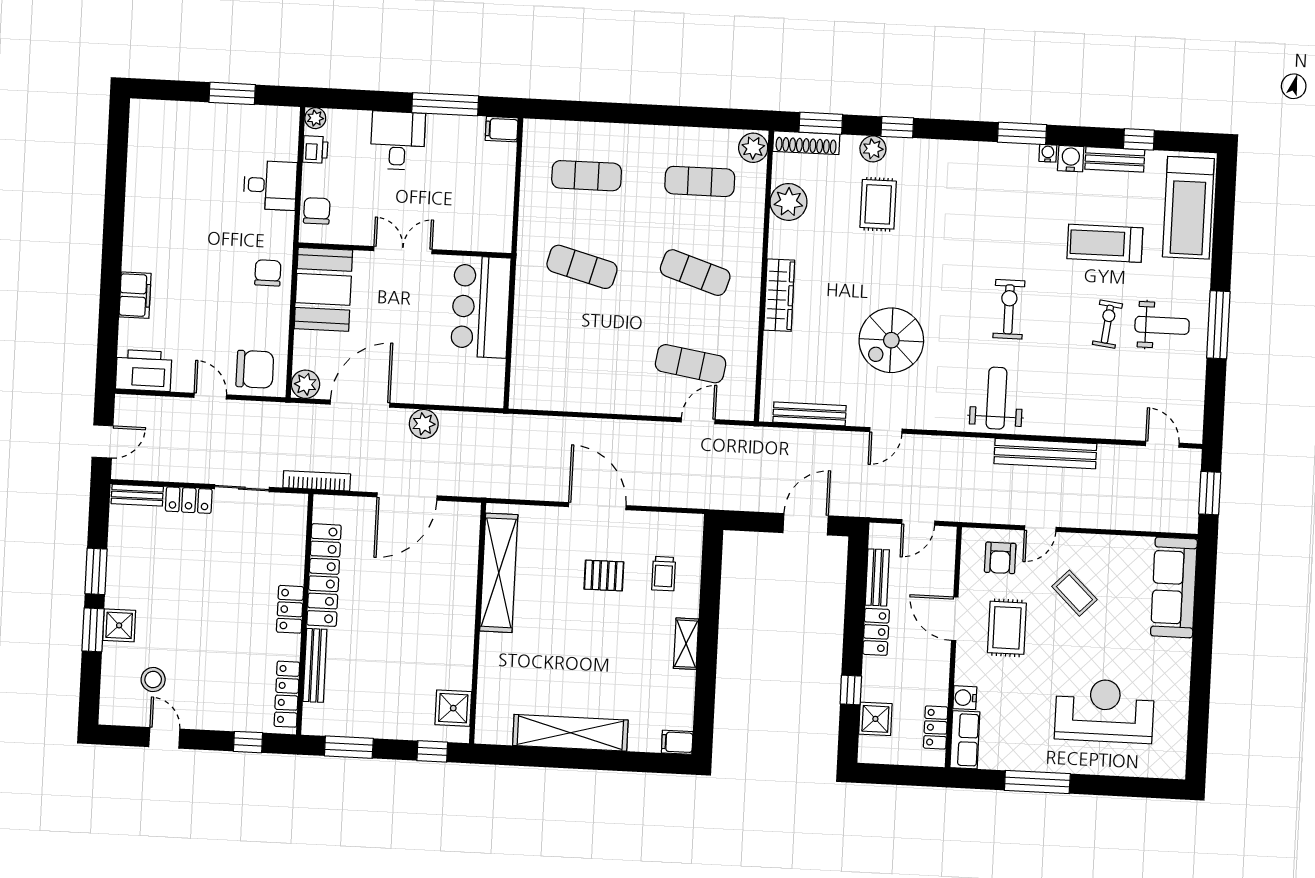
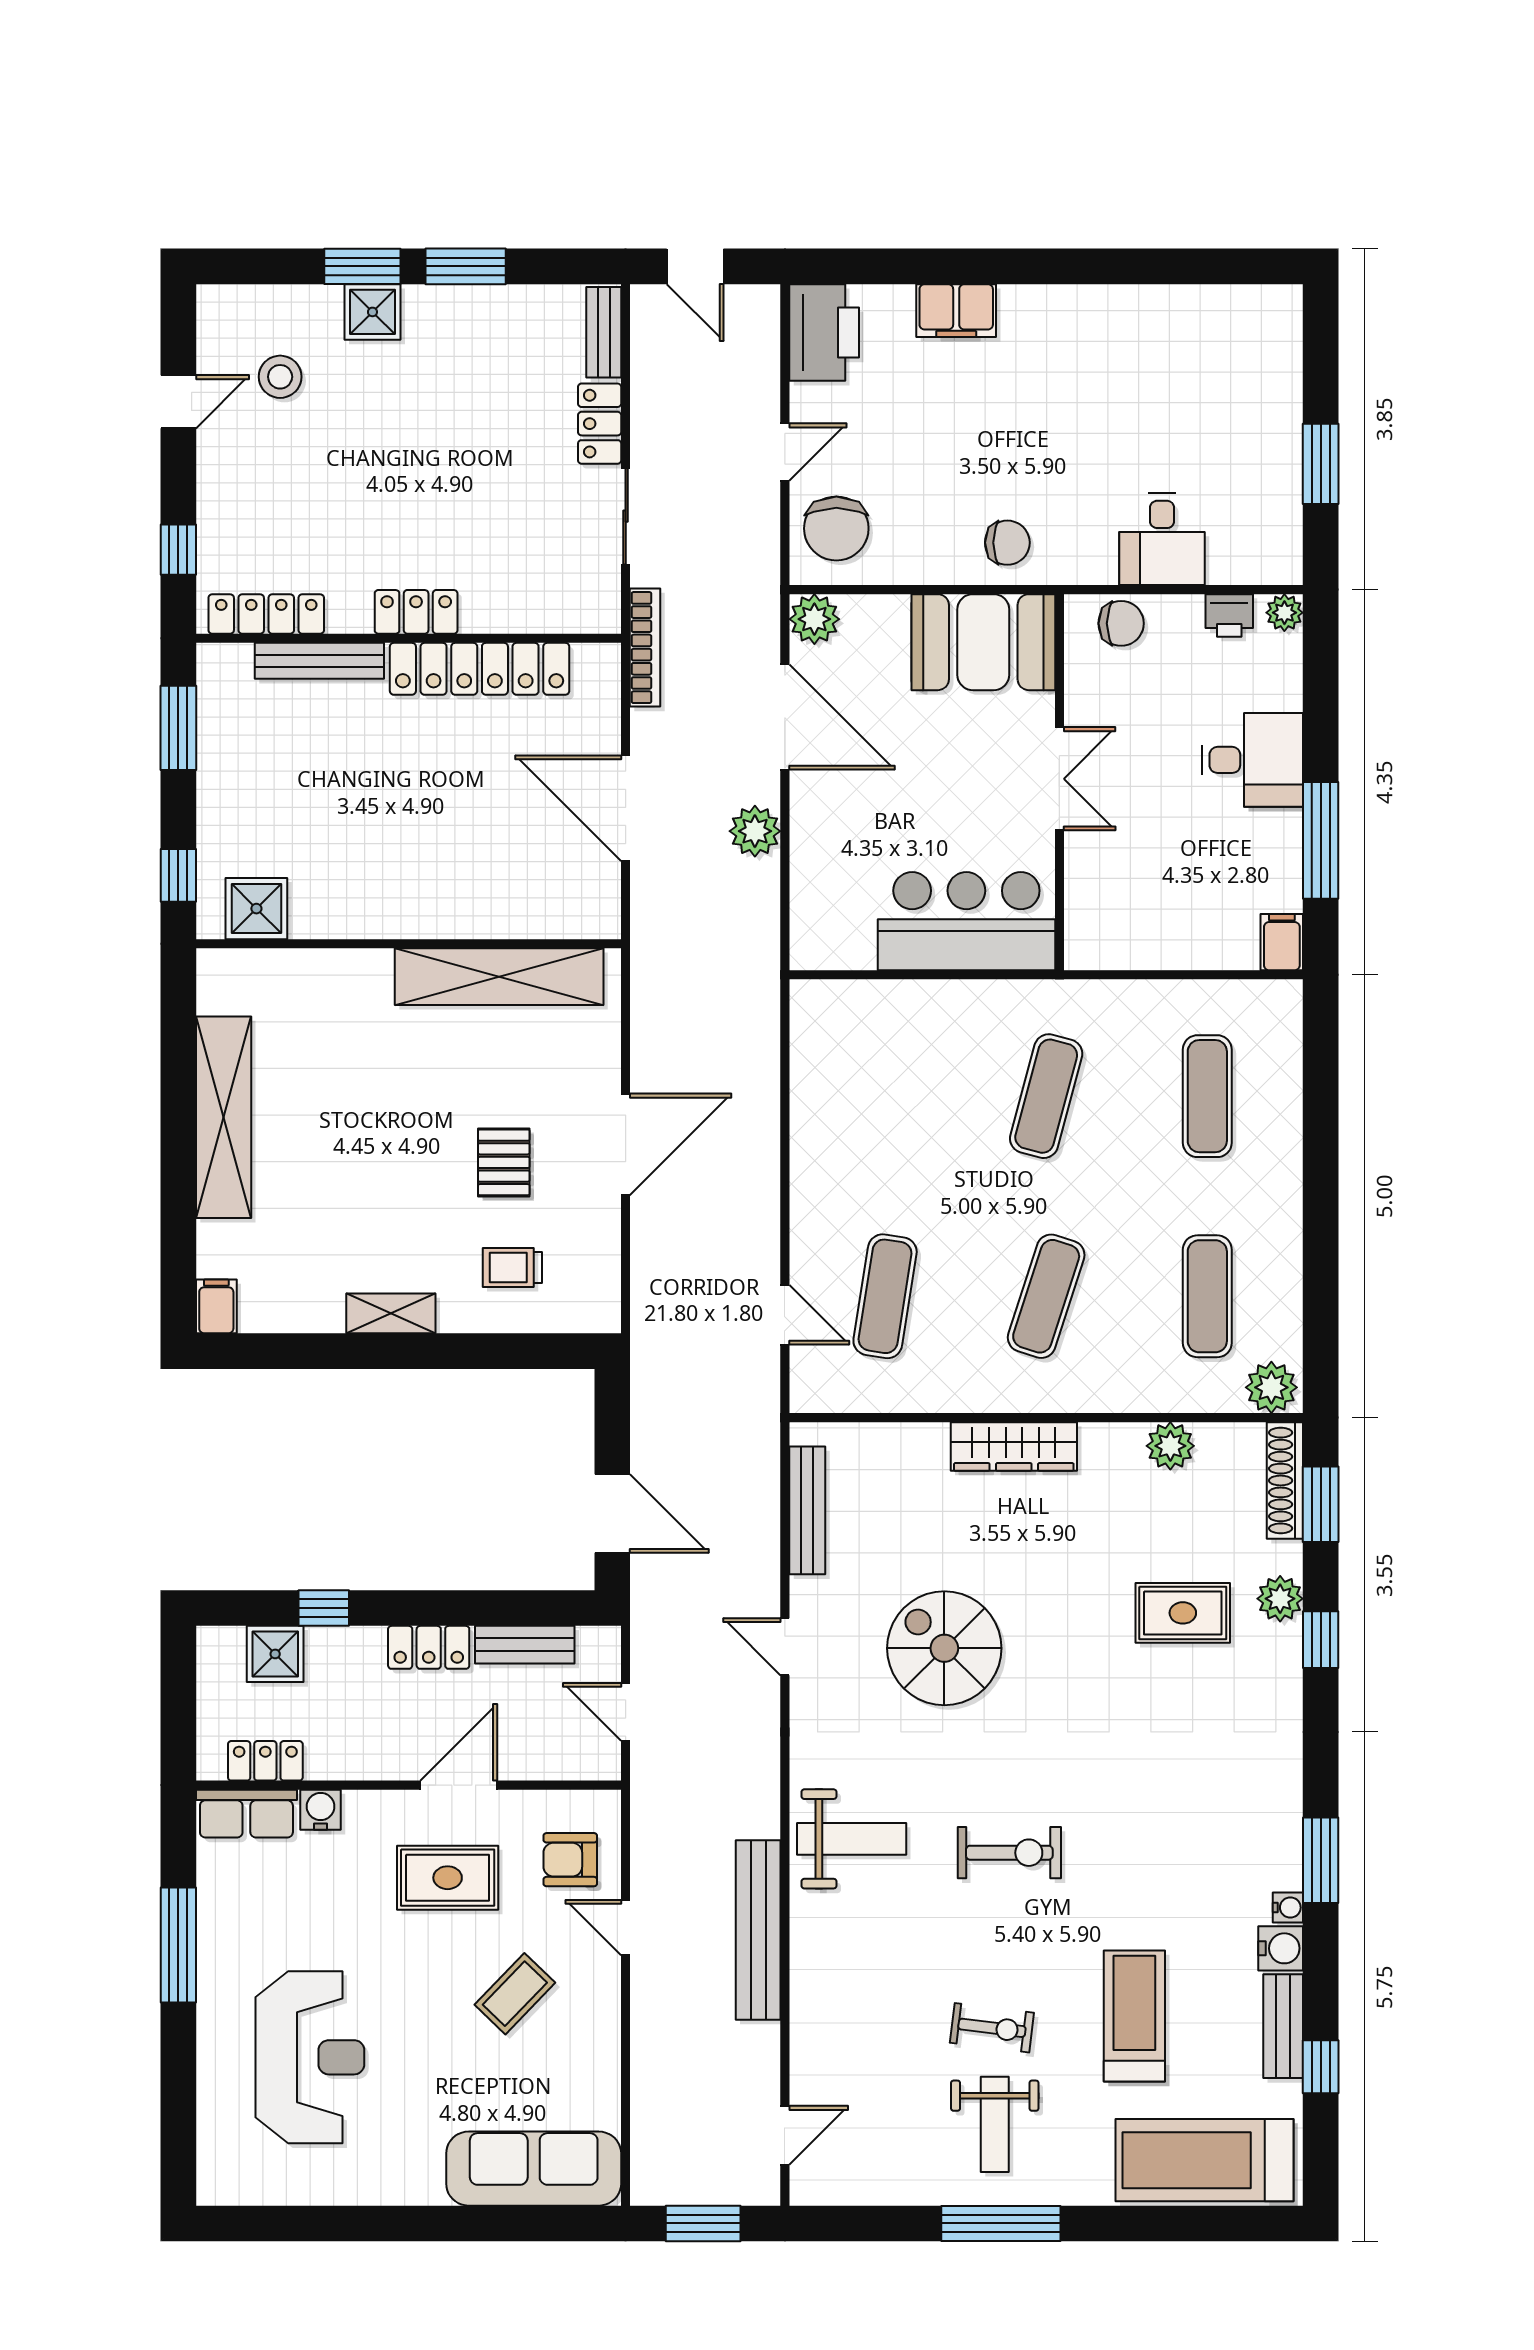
plant: (788, 202) -> (1170, 1446), width x0.73, depth x0.73

